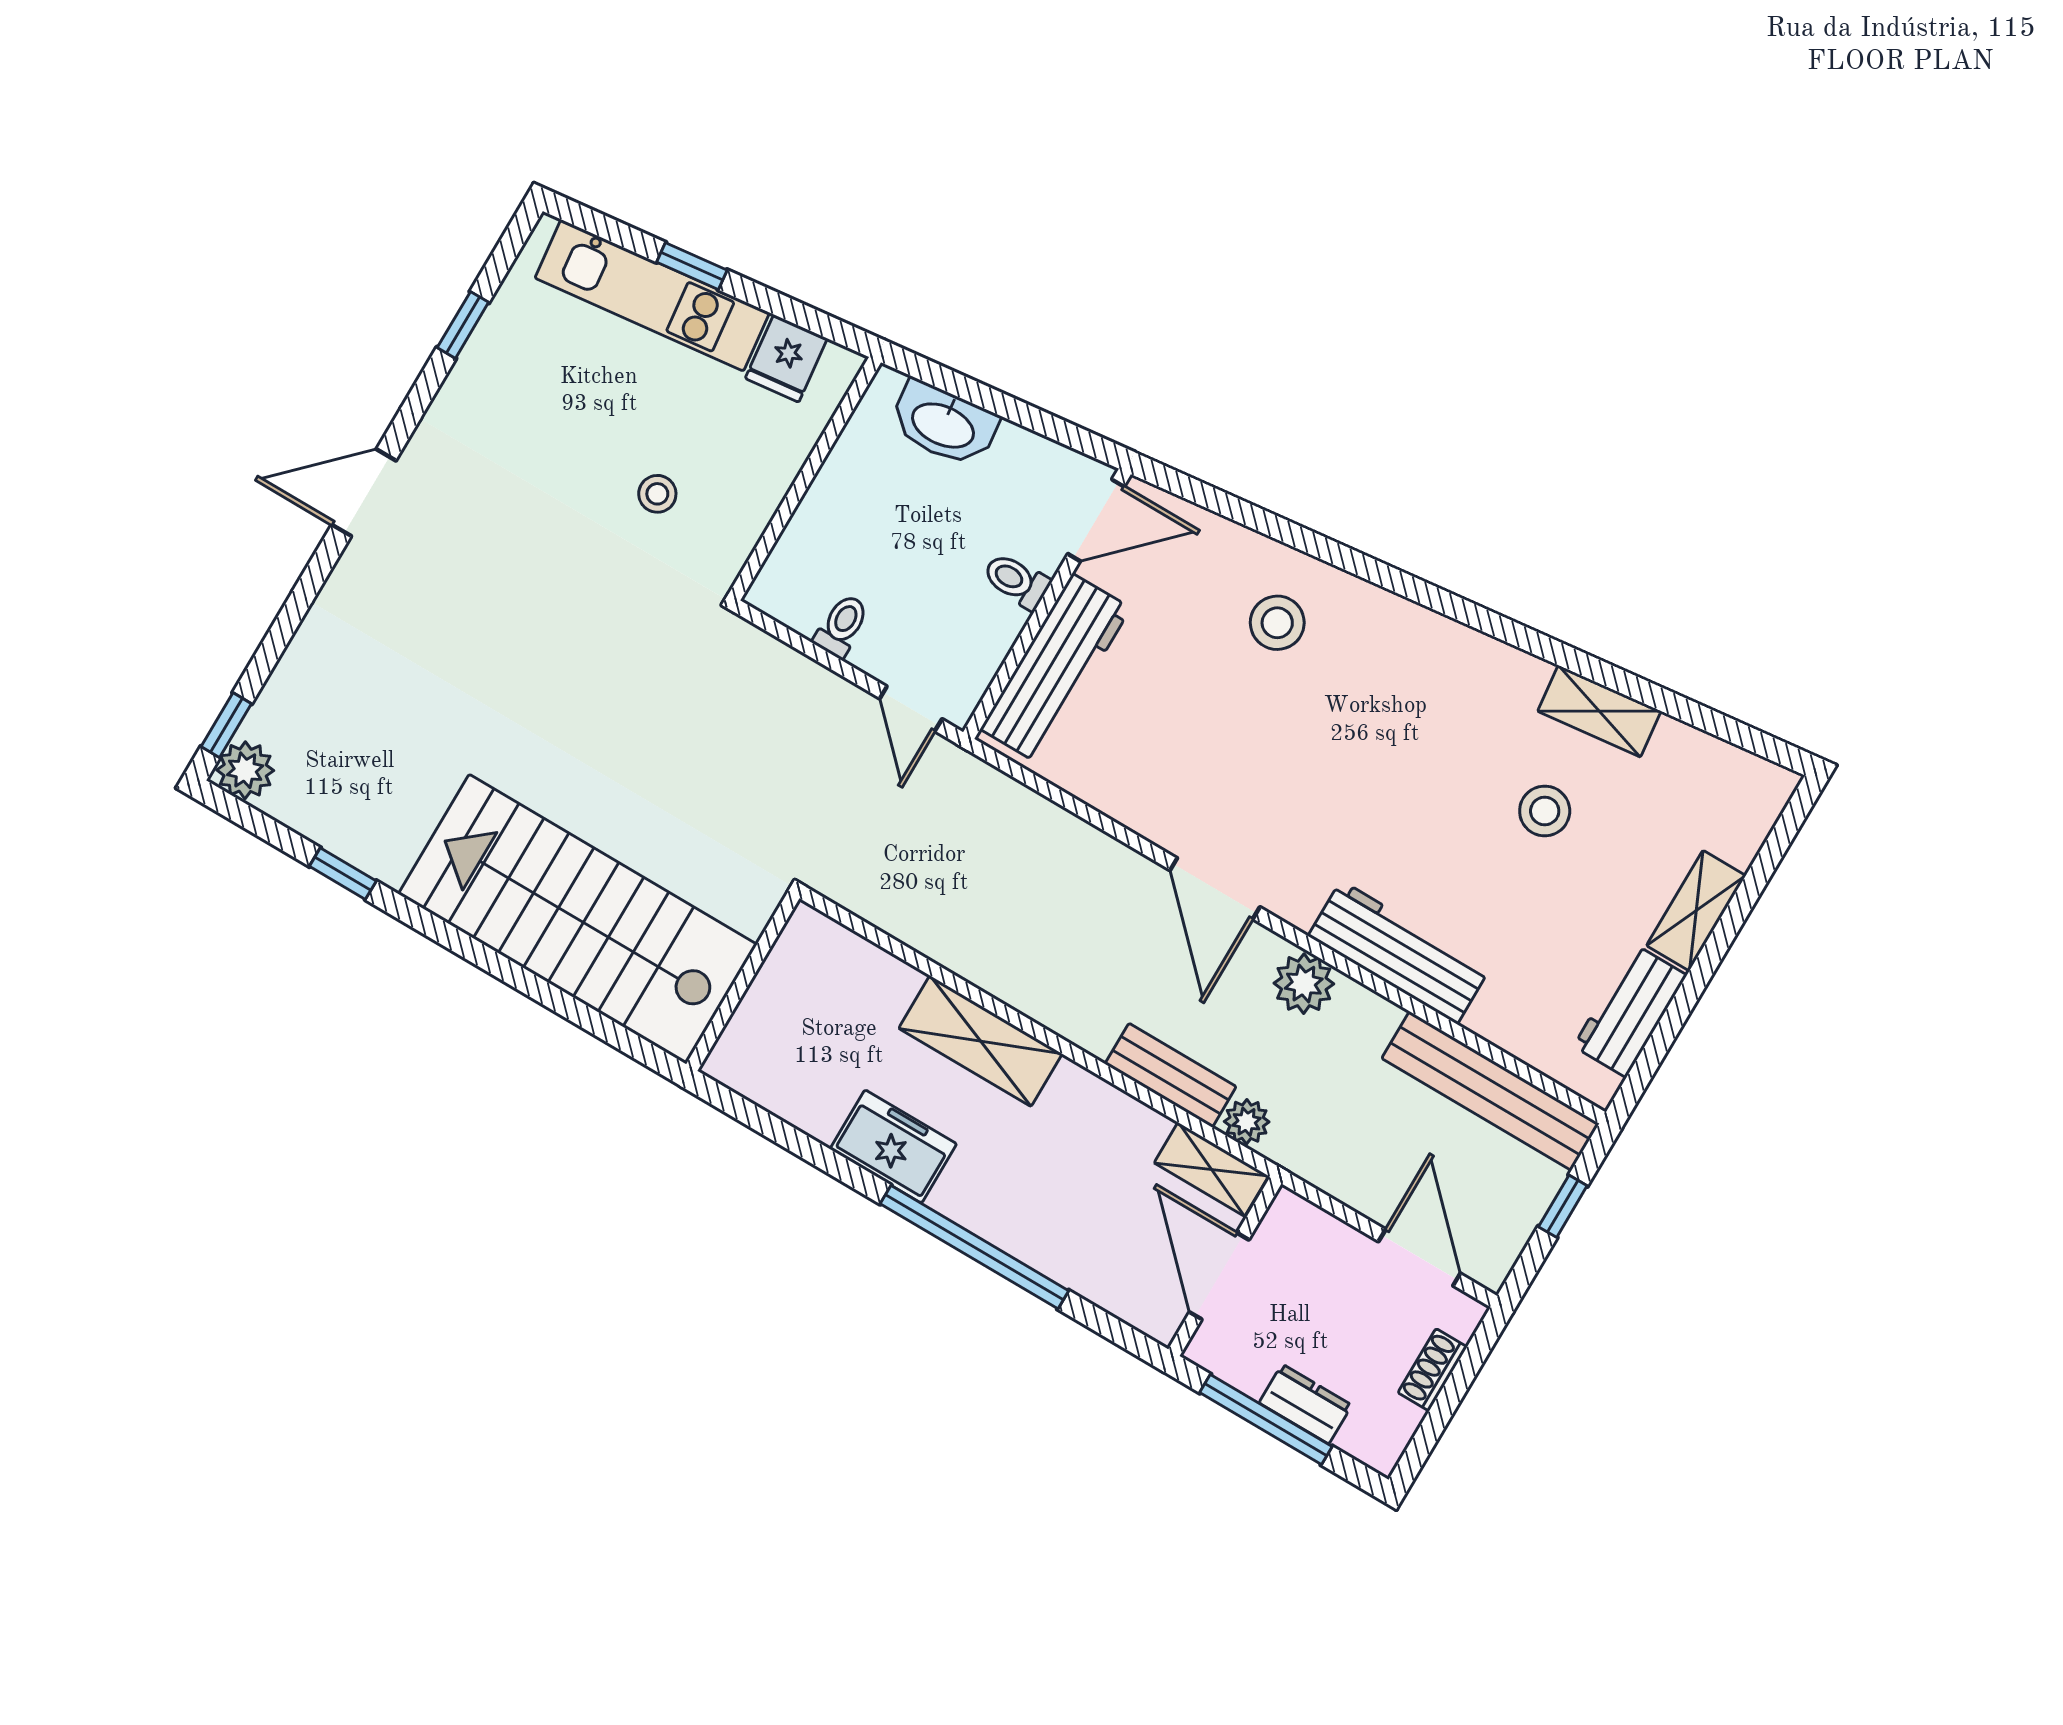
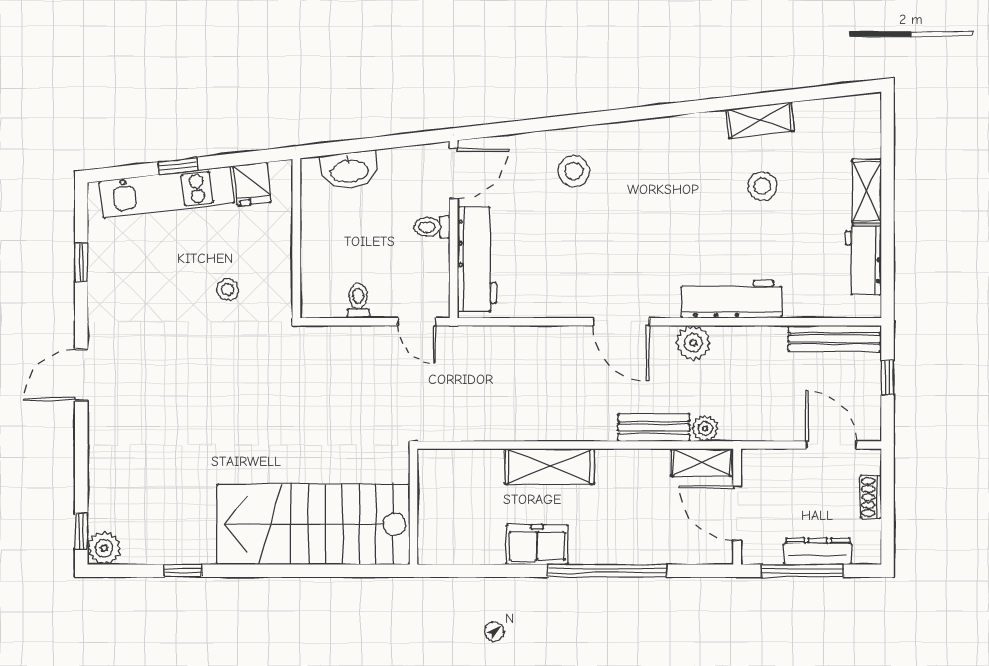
bench: (1490, 1091) -> (835, 338), width x0.73, depth x0.82
dresser: (1305, 1404) -> (818, 551), width x1.44

